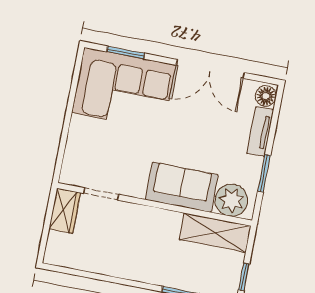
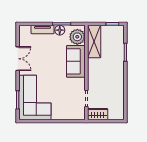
double door: (210, 69) -> (18, 59), width x0.73
floor lamp: (266, 96) -> (60, 30), moved

